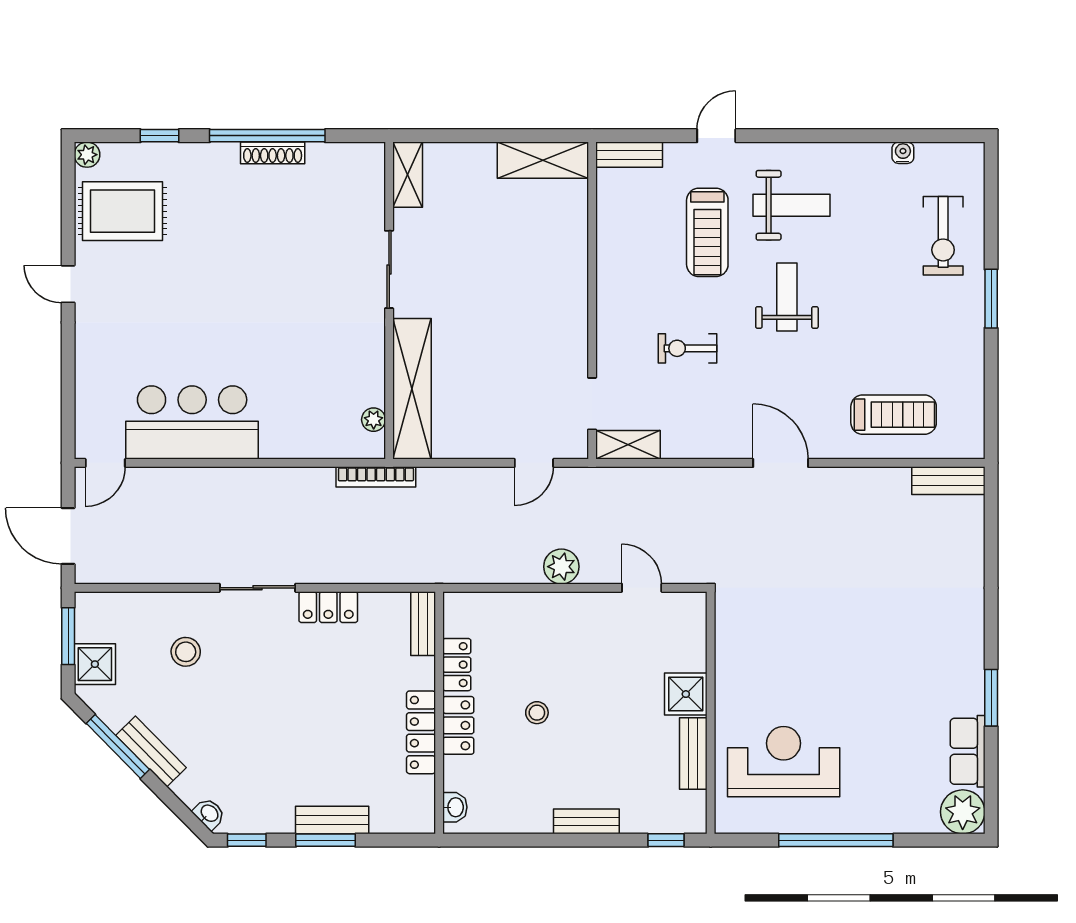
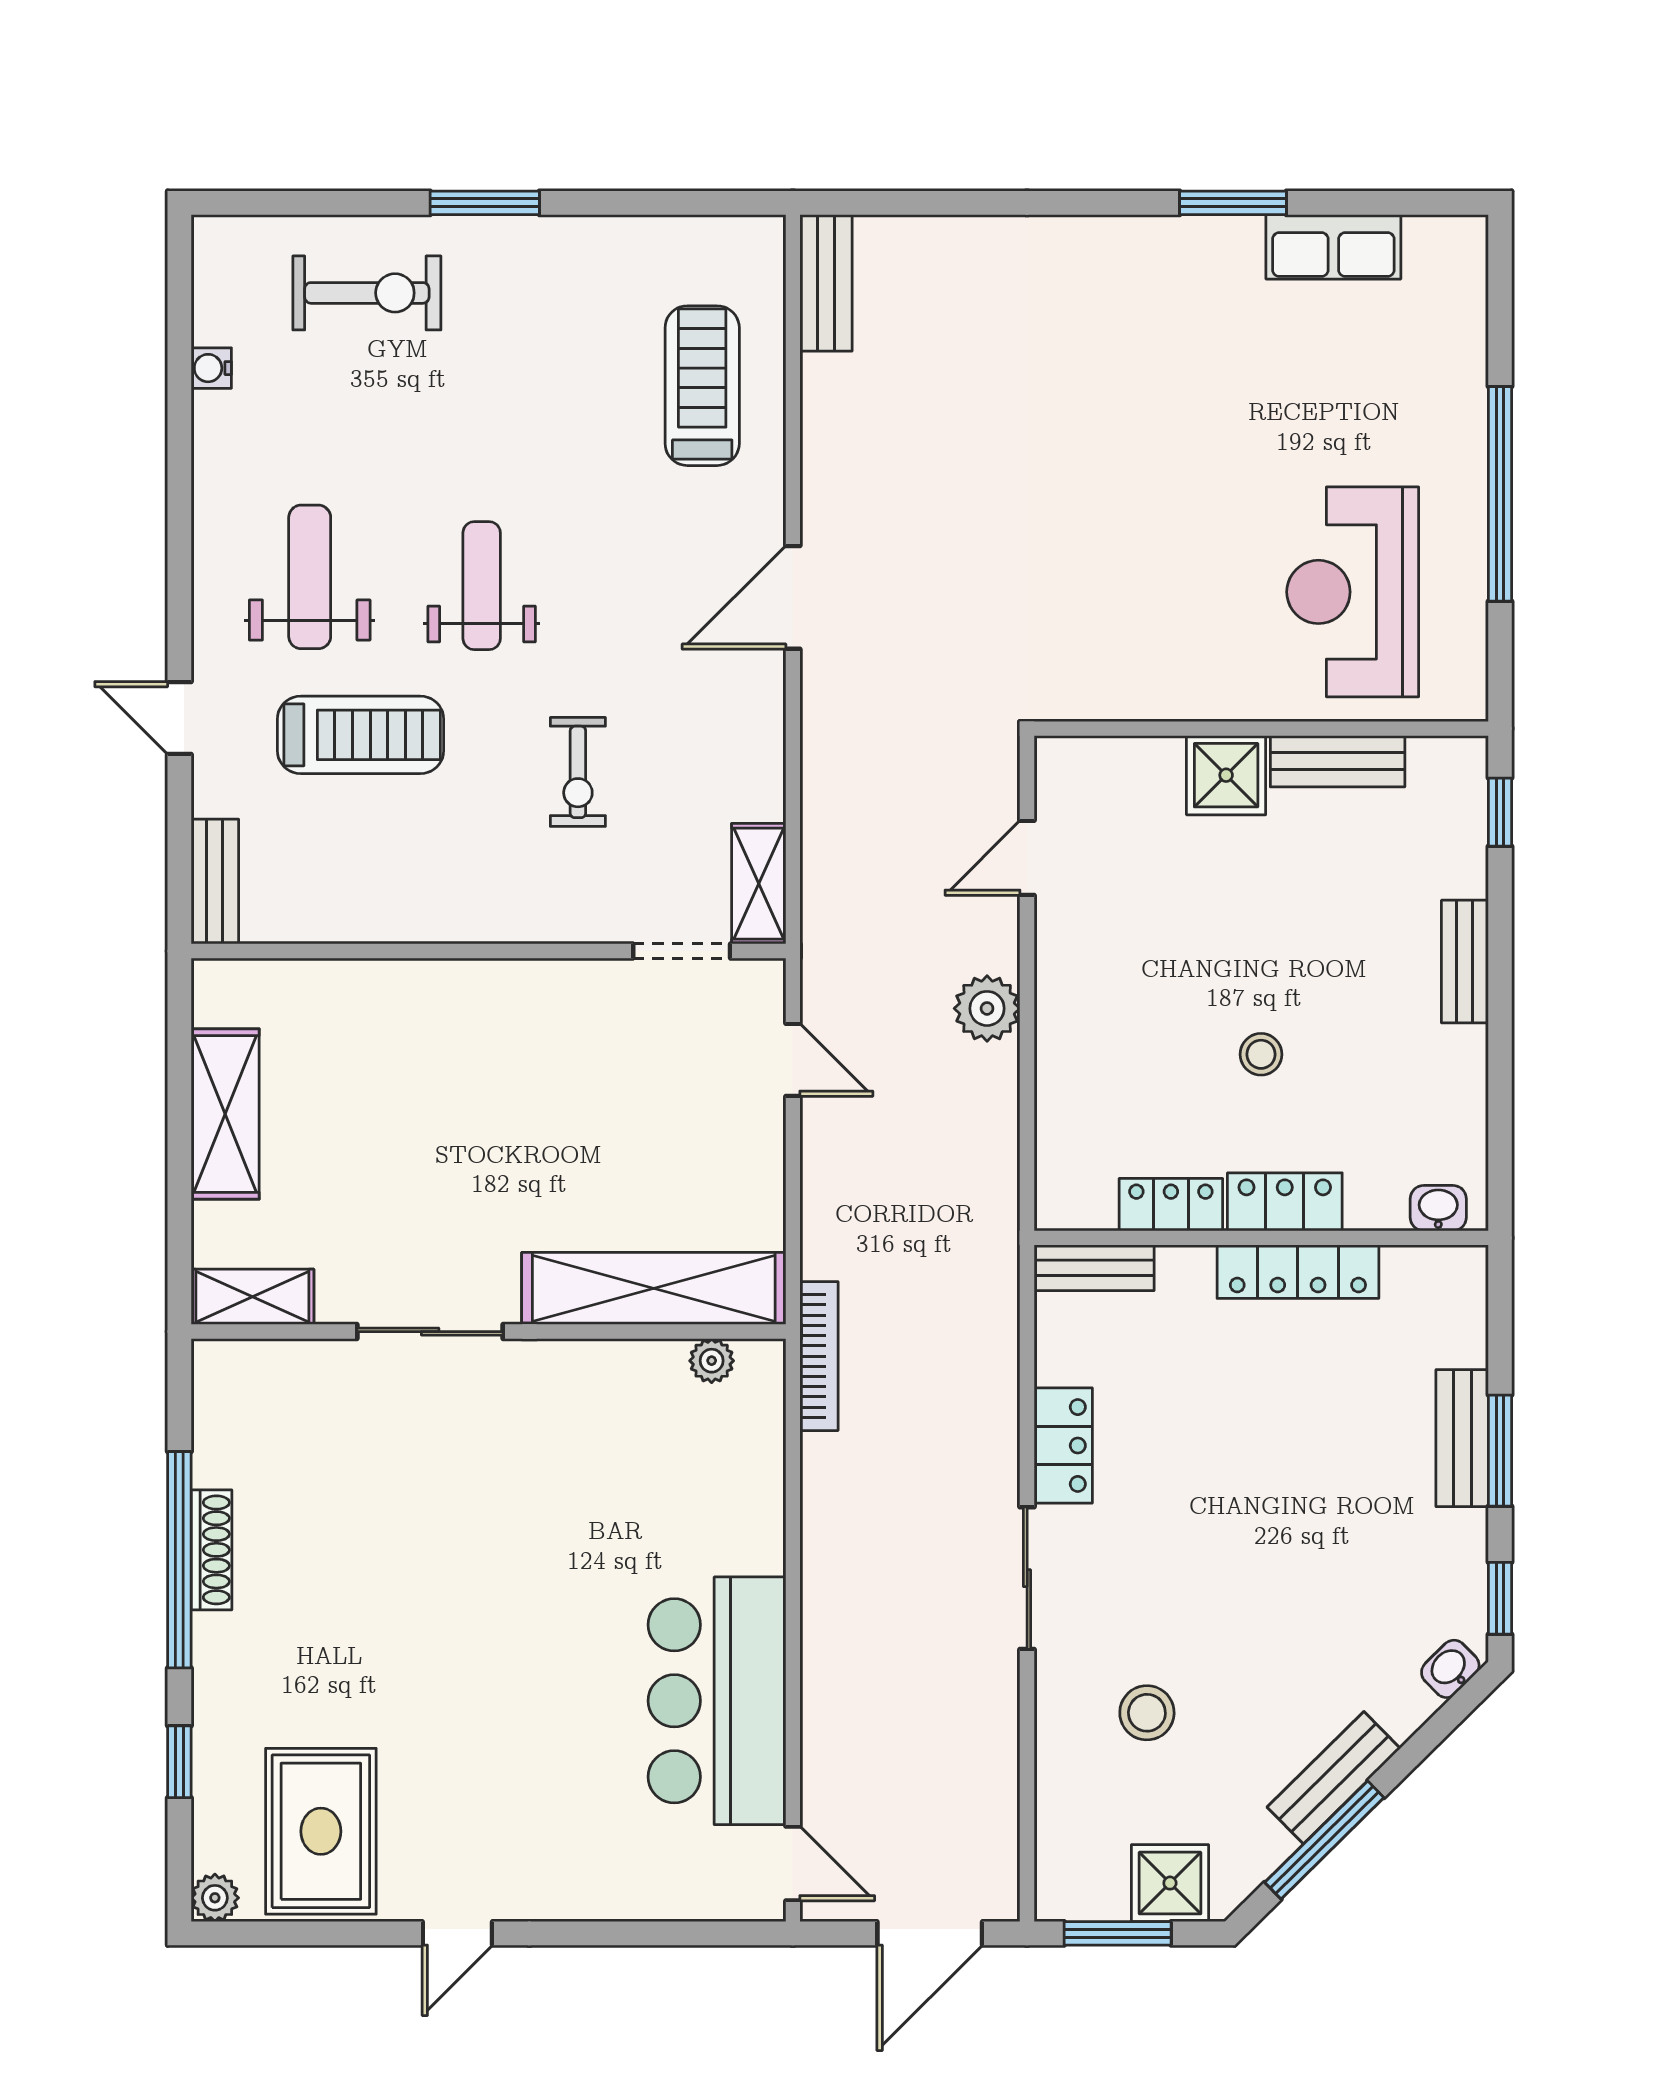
shelving: (543, 160) -> (225, 1114), moved
weight bench: (787, 297) -> (482, 586), turned 90
plant: (963, 812) -> (1447, 256), removed

